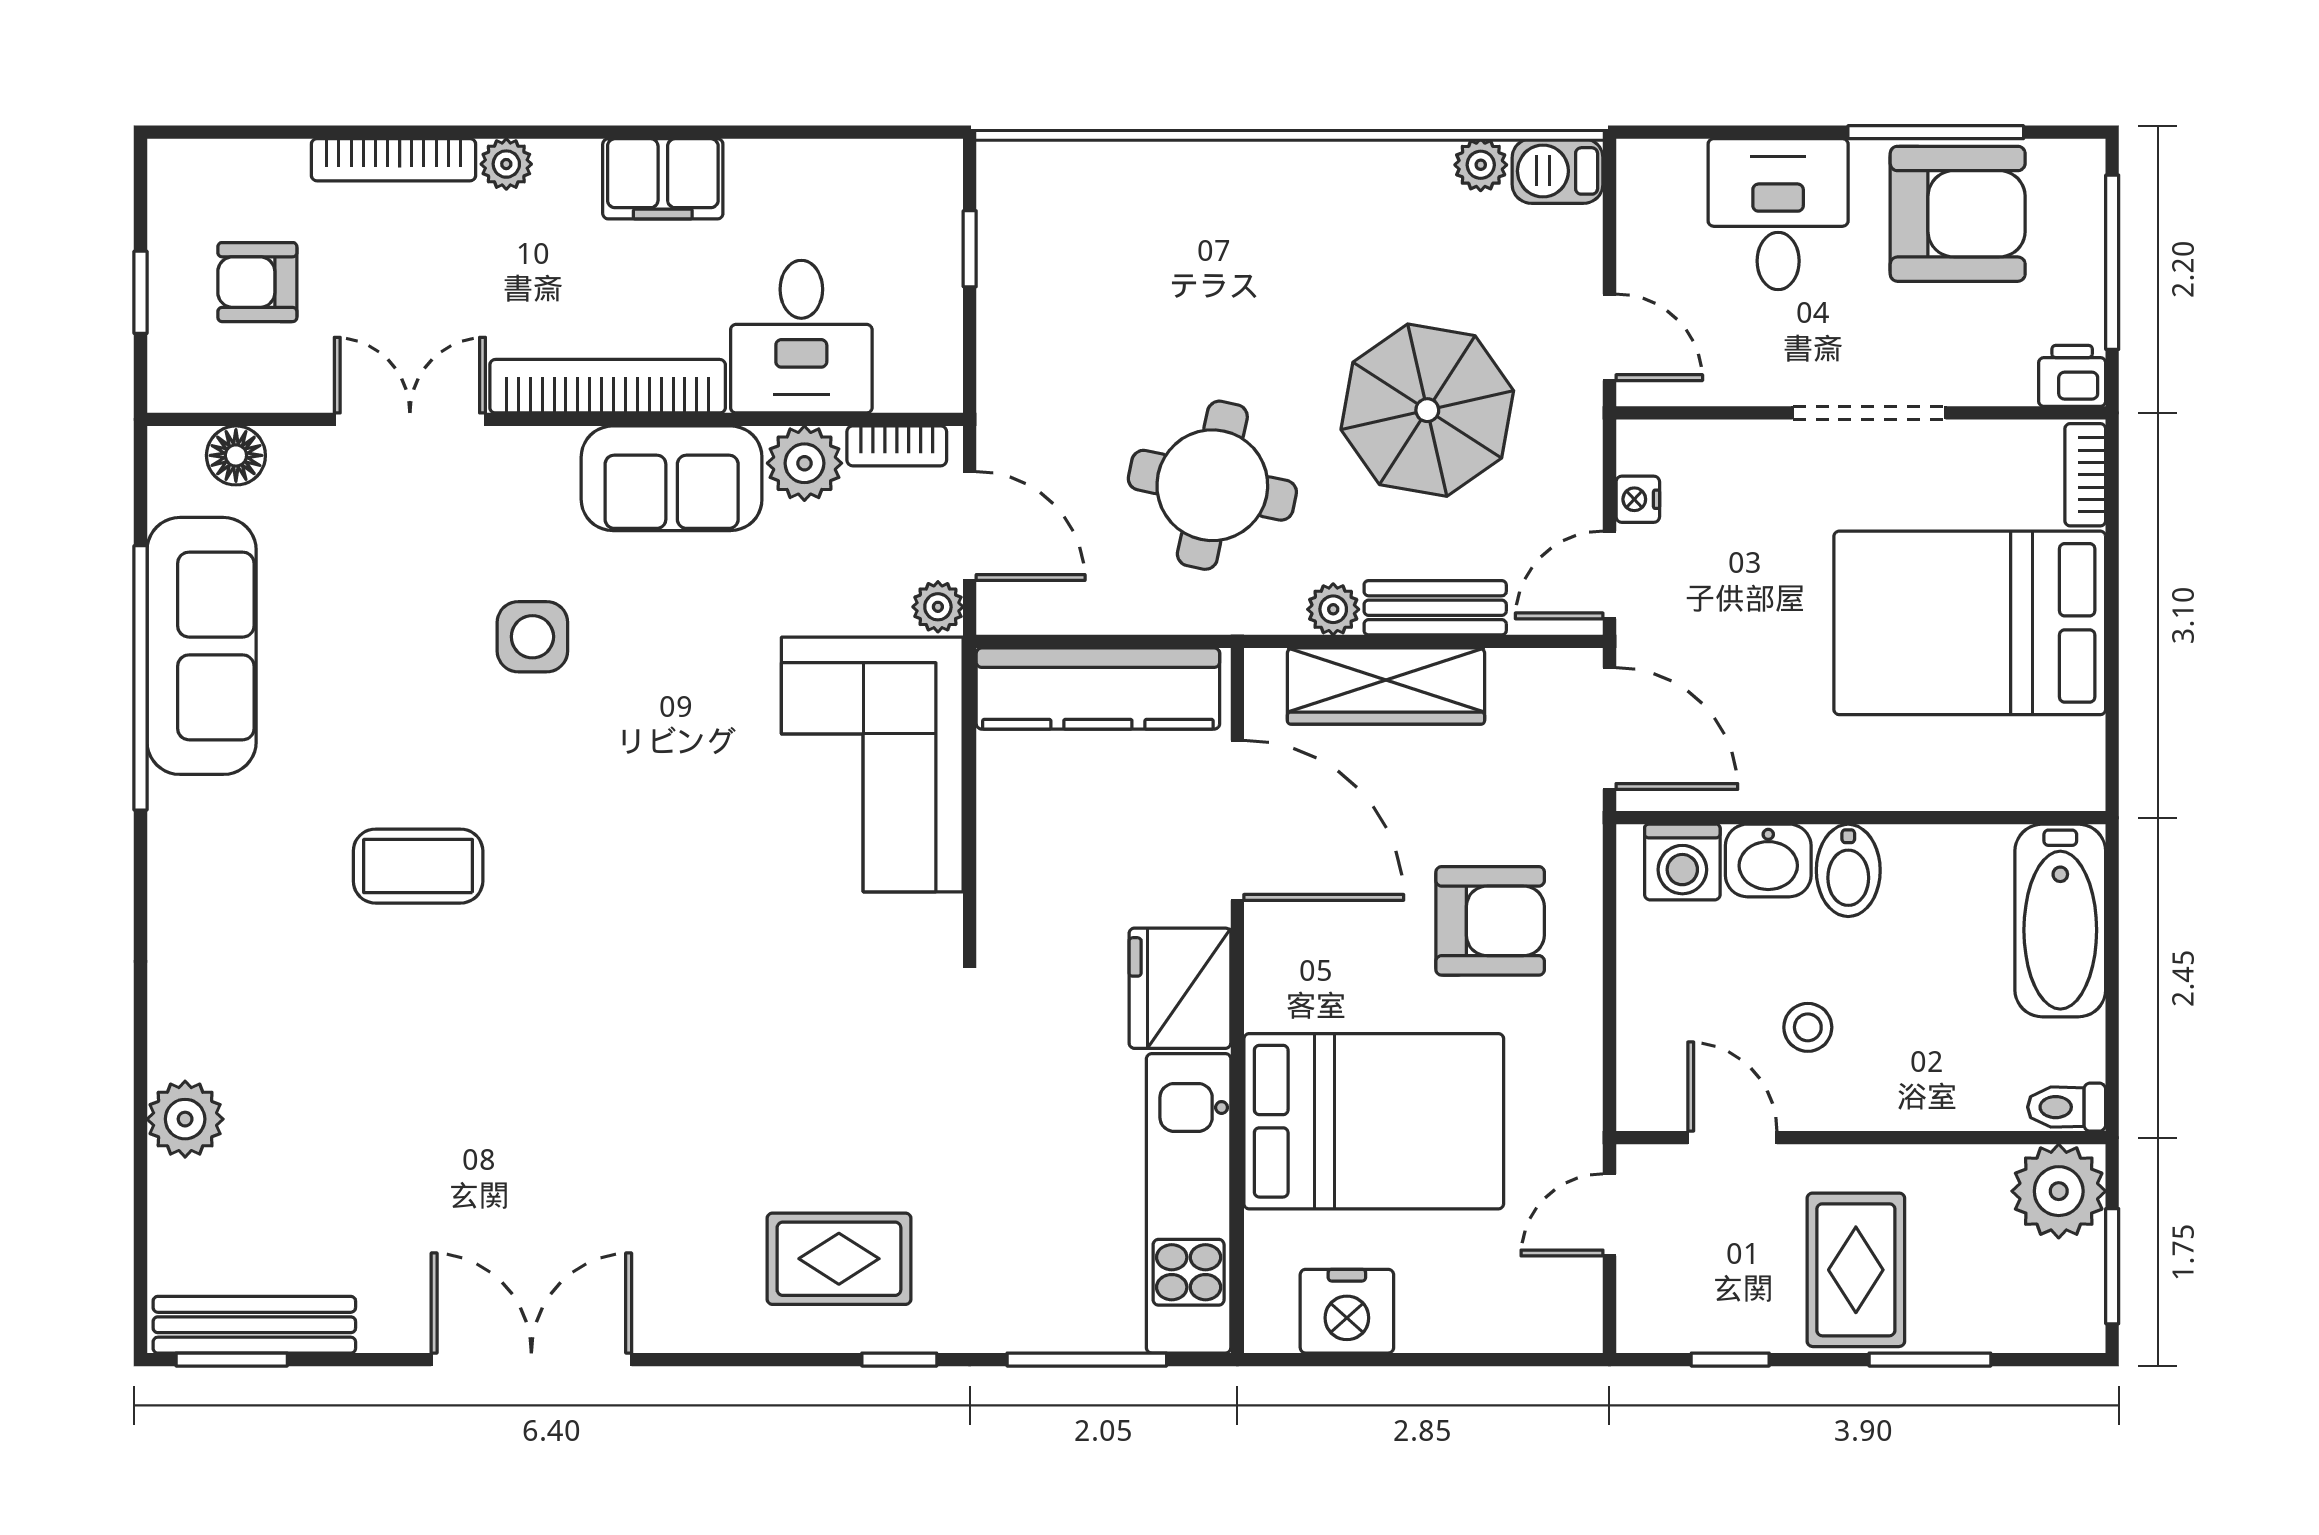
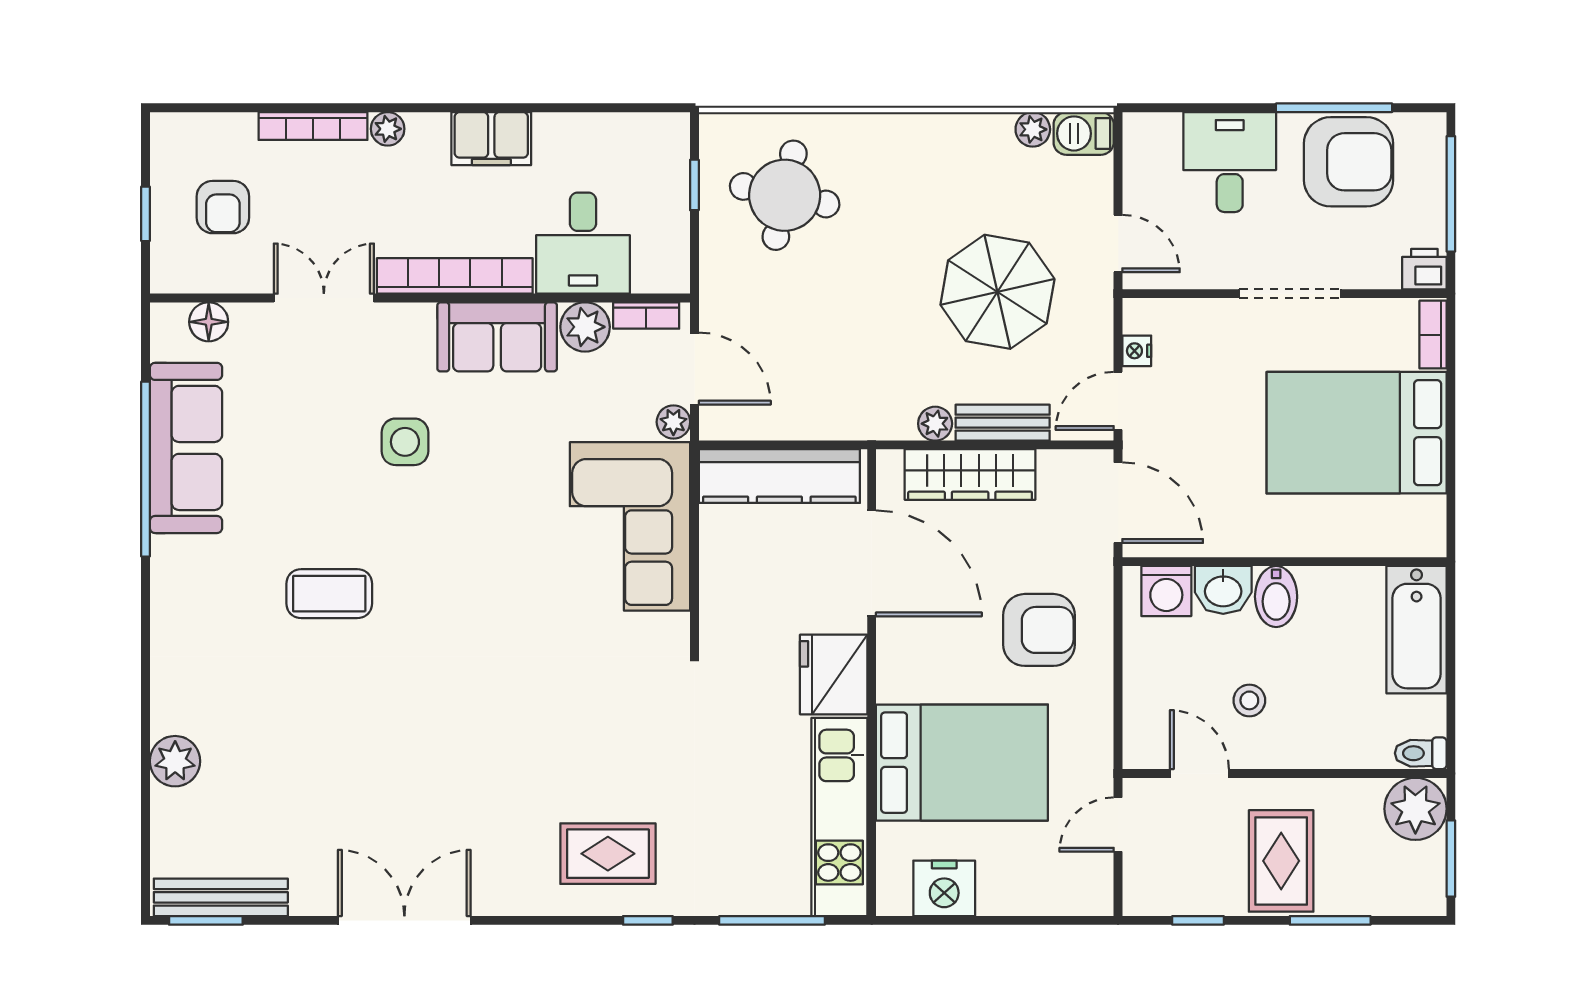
armchair: (257, 282) -> (223, 207), turned -90
round table: (1212, 485) -> (785, 195), moved

